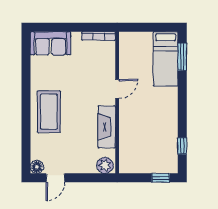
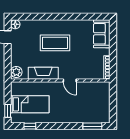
bed: (166, 59) -> (30, 104), moved, turned 180
coffee table: (49, 112) -> (55, 43), moved

